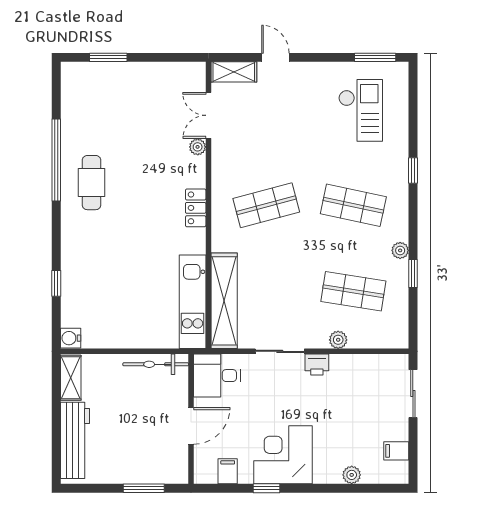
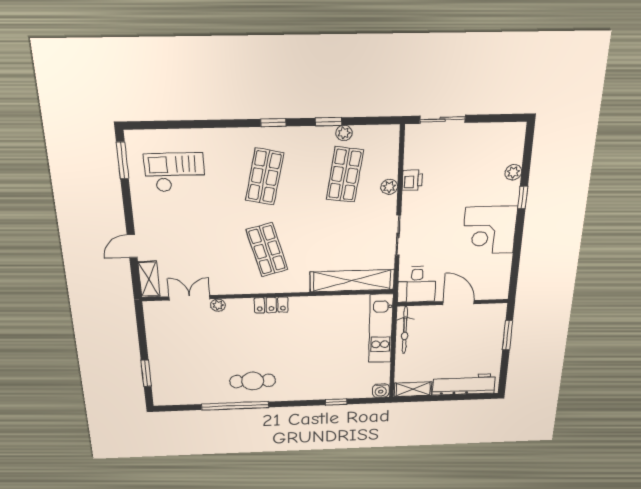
double door: (208, 115) -> (190, 298), swing flipped
window: (413, 170) -> (273, 123), moved
plant: (400, 250) -> (344, 133), moved
kitchen unit: (193, 302) -> (381, 329), moved, turned 90
printer: (317, 365) -> (412, 180), moved
filing cabinet: (396, 451) -> (495, 133), removed
filing cabinet: (228, 471) -> (500, 273), removed
window: (267, 488) -> (523, 198), moved

